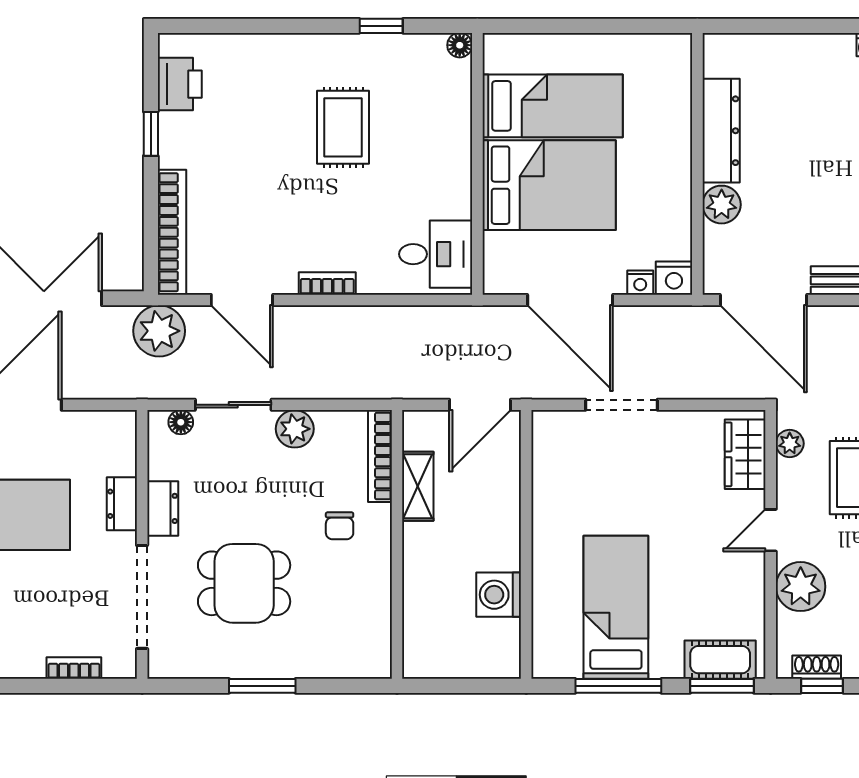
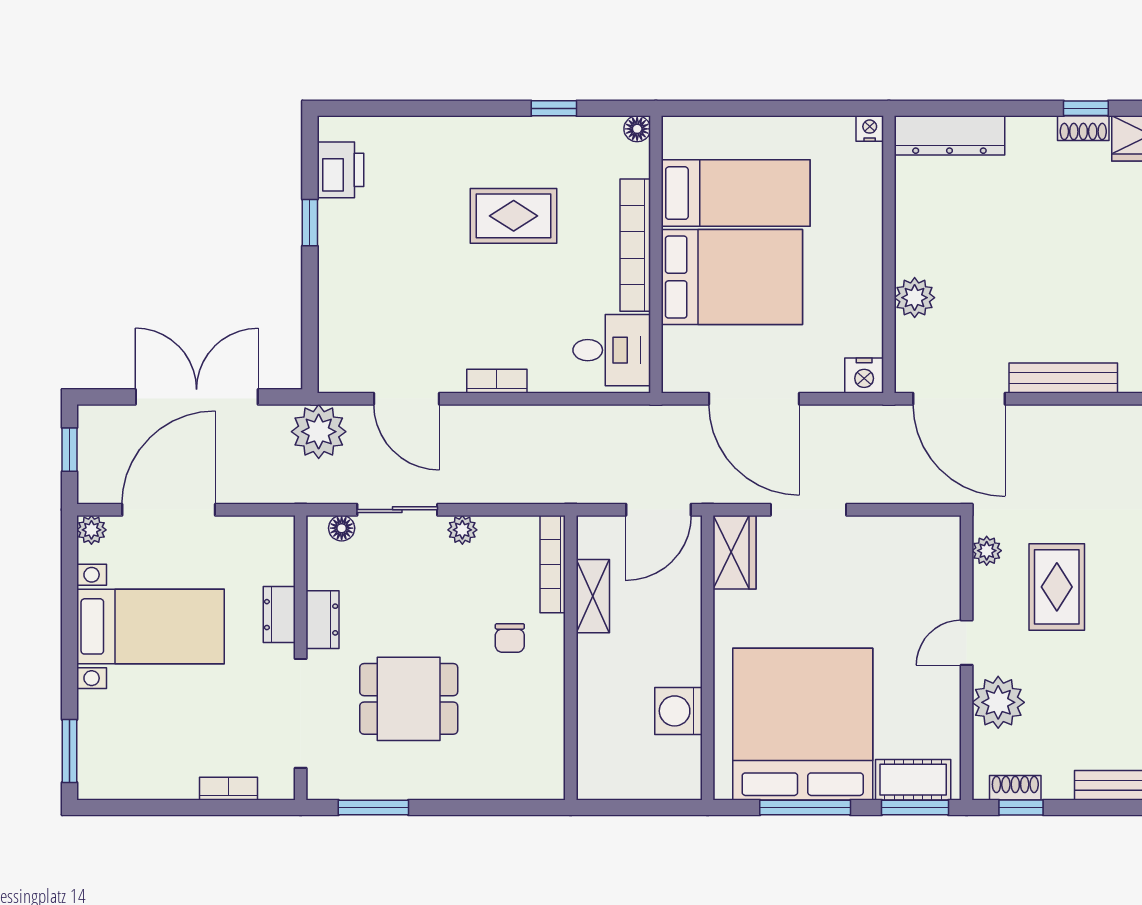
rug: (343, 127) -> (514, 216), turned 90
dresser: (721, 131) -> (949, 135), moved, turned 90
bookcase: (172, 232) -> (635, 245), moved, turned 180
nightstand: (640, 283) -> (870, 129), moved, turned 180
plant: (295, 429) -> (462, 530), width x0.73, depth x0.73
wardrobe: (745, 454) -> (735, 552), moved, turned 180
bed: (616, 607) -> (803, 724), width x2.04
window: (262, 686) -> (373, 808), moved

